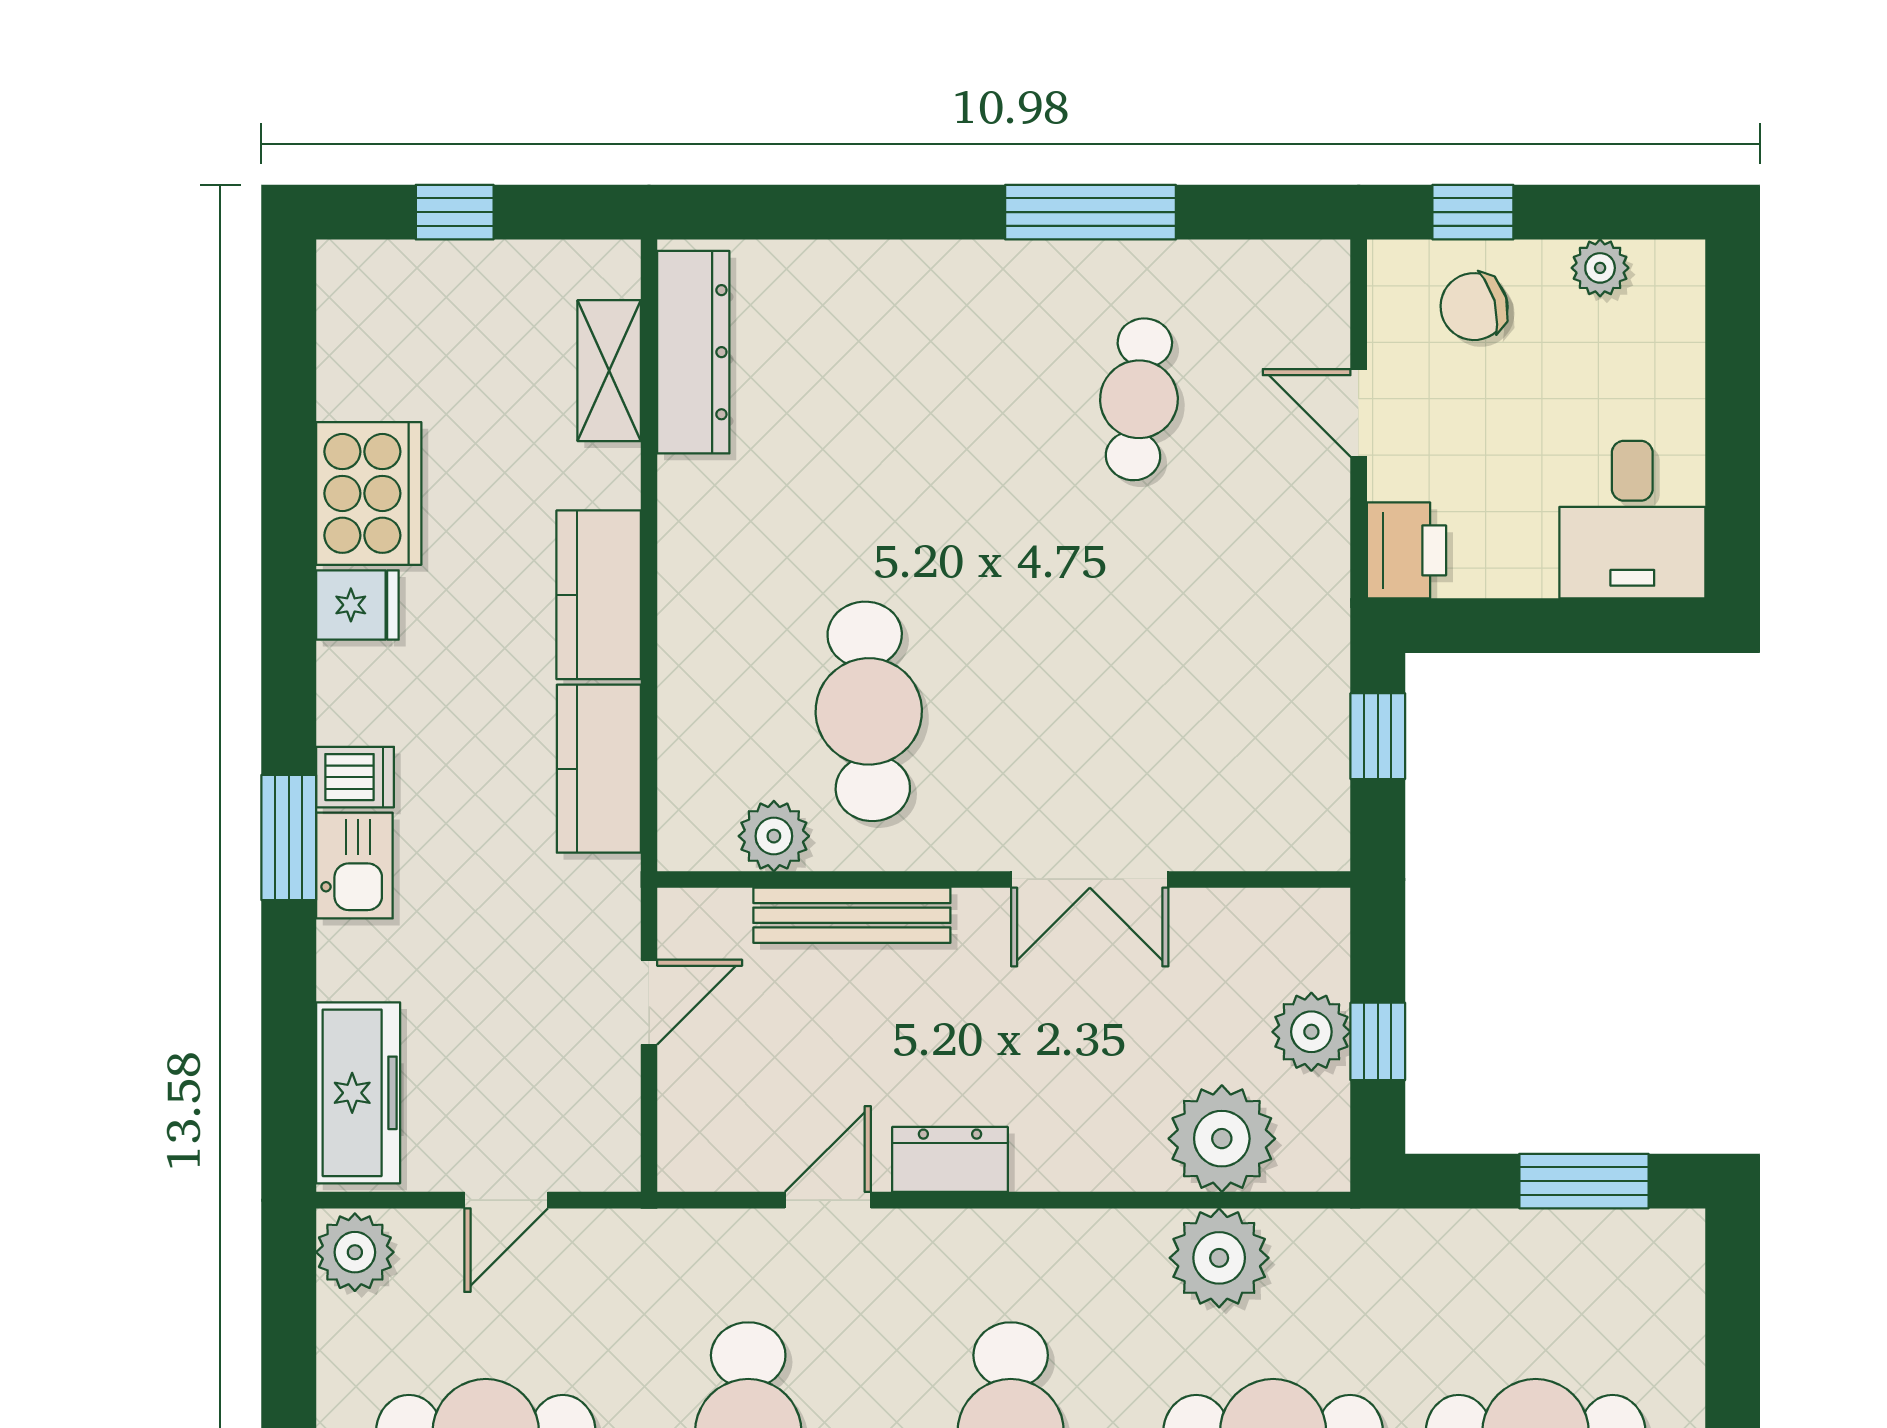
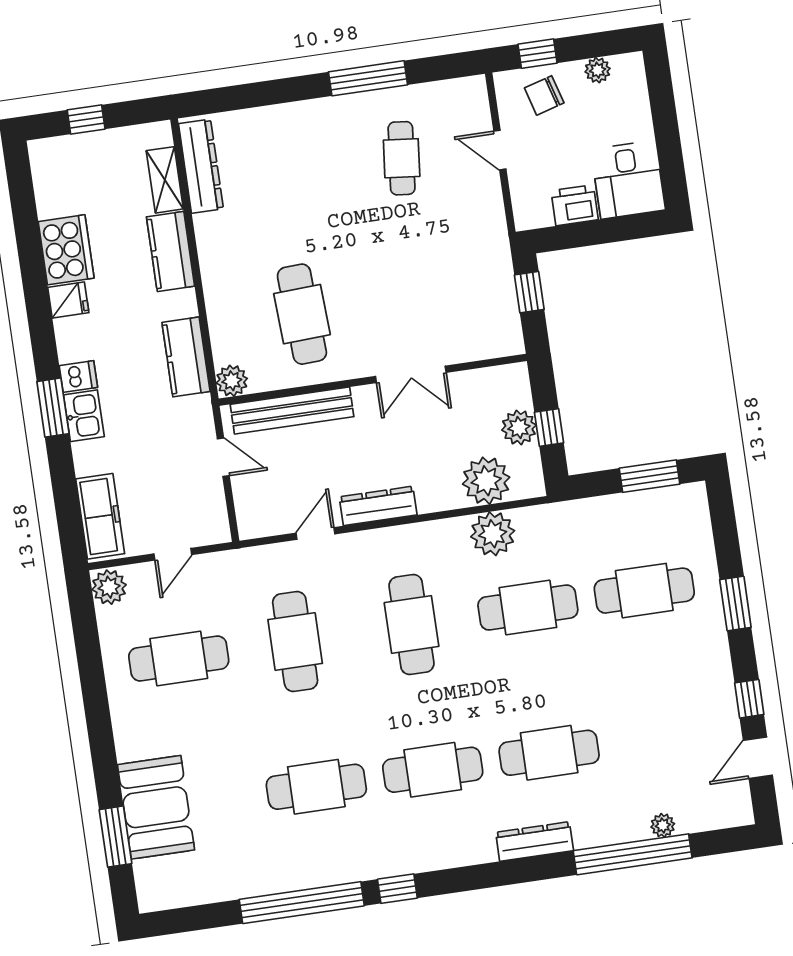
printer: (1406, 550) -> (575, 205), moved, turned -90
kitchen counter: (599, 595) -> (171, 251), moved
plant: (774, 836) -> (232, 381), moved
bench: (852, 915) -> (292, 411), width x1.37, depth x1.21
door: (649, 1002) -> (223, 457), hinge flipped
dresser: (950, 1159) -> (378, 506), width x1.44

